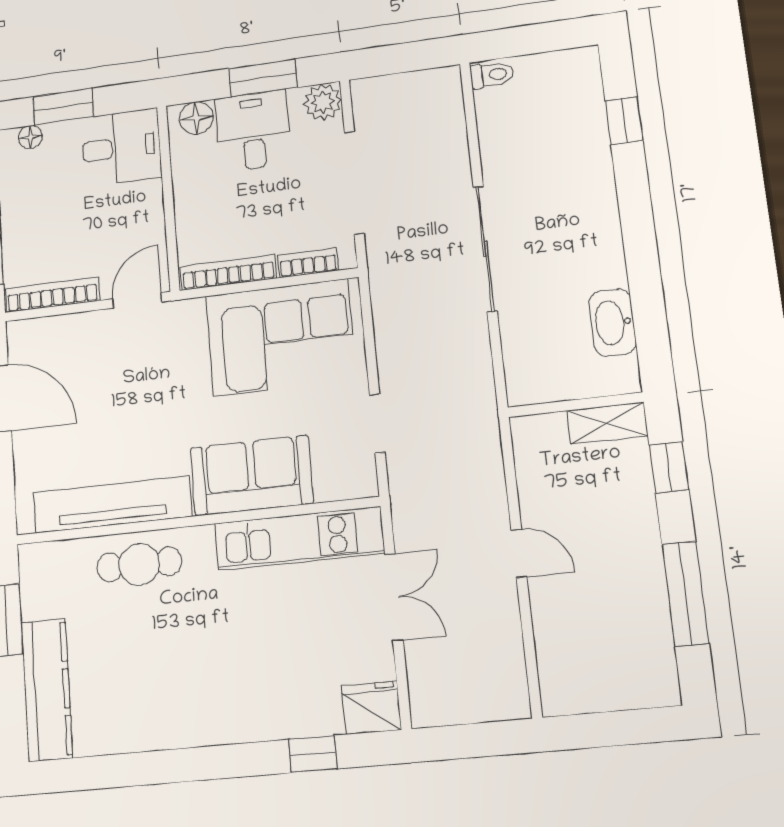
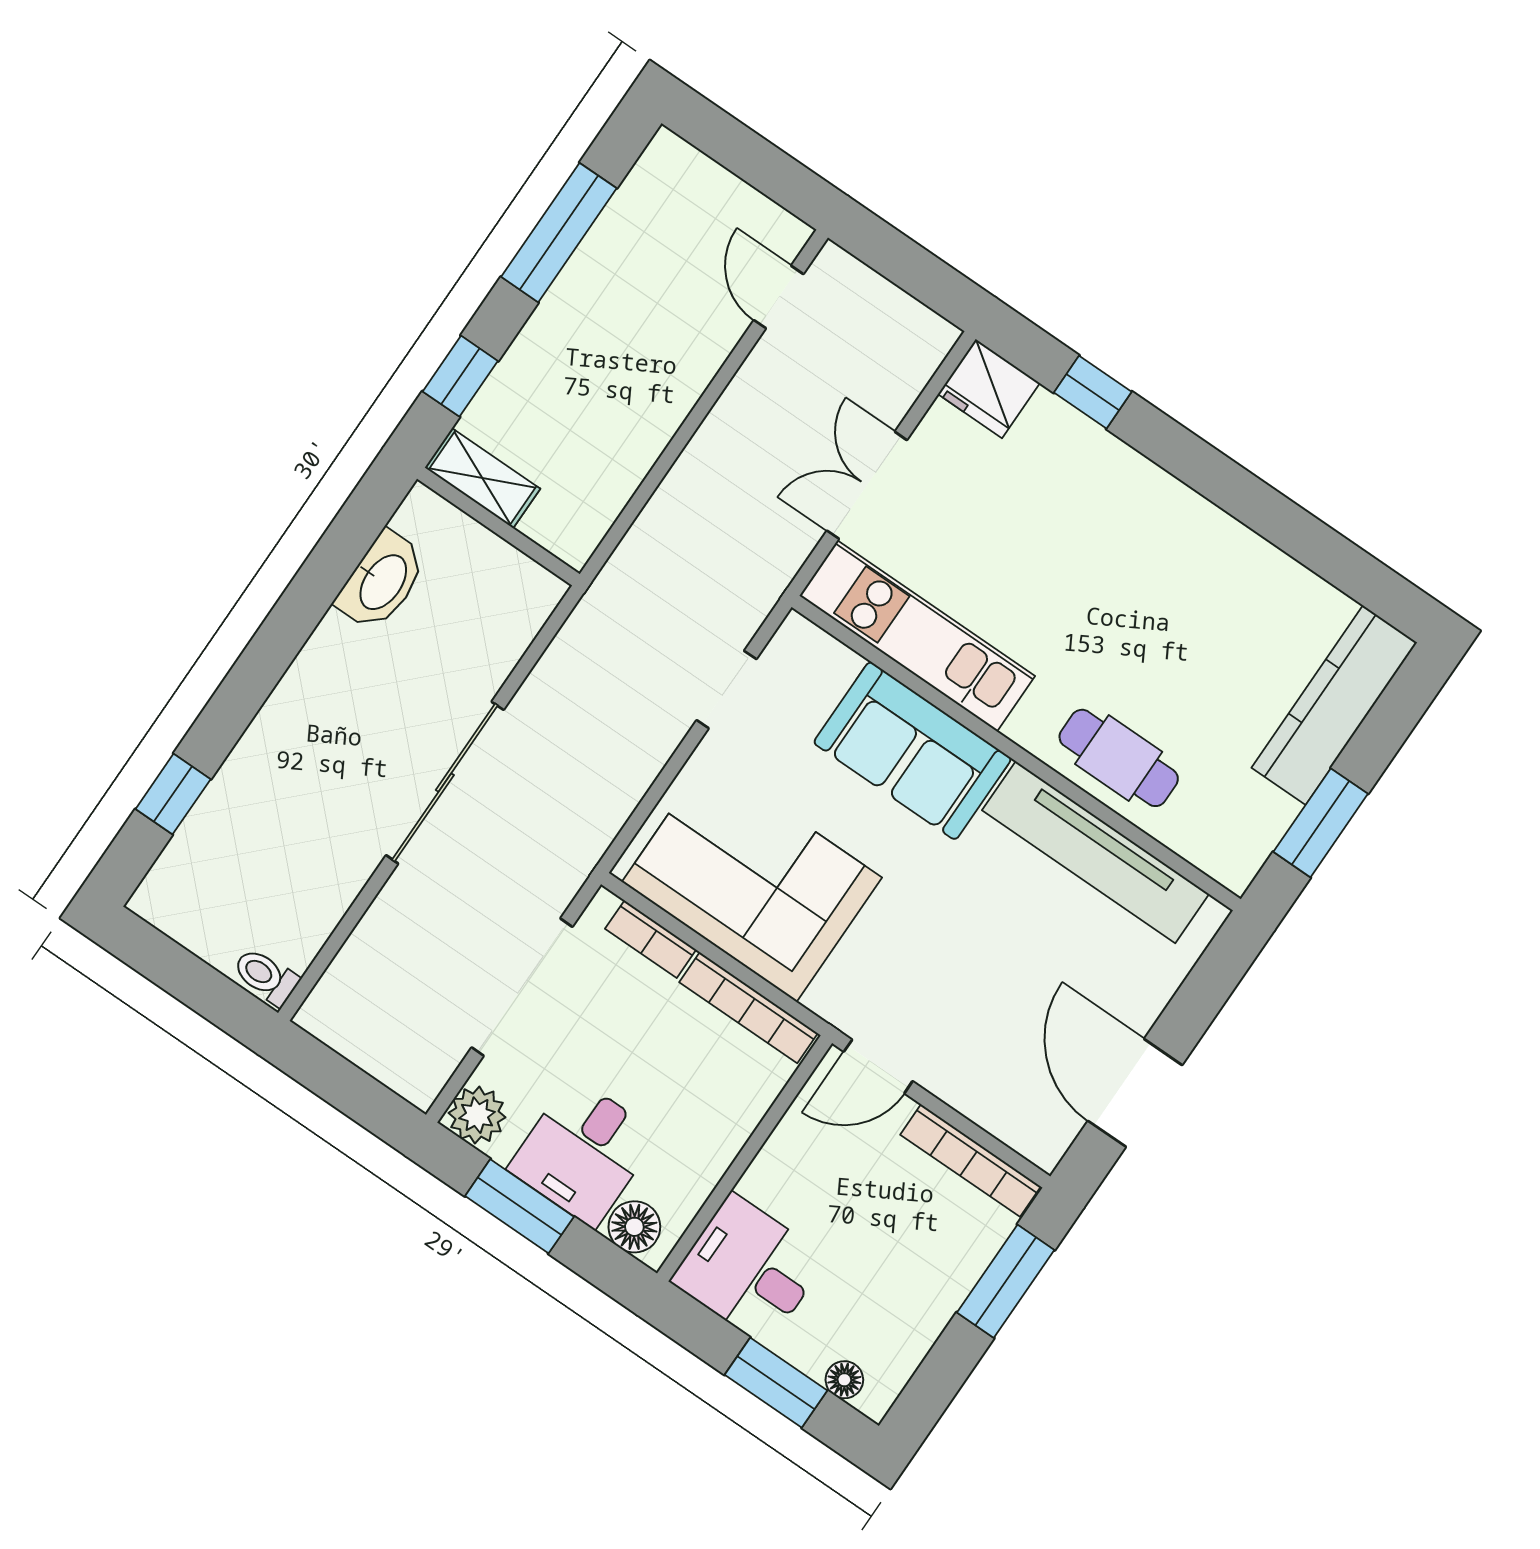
door: (519, 553) -> (779, 297), moved

